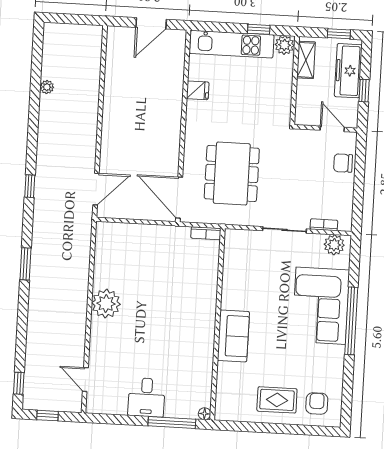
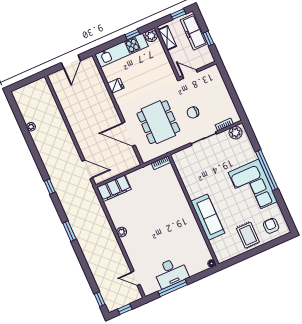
door: (332, 129) -> (190, 74), moved
chair: (343, 163) -> (193, 112), moved
door: (96, 189) -> (87, 169), hinge flipped
door: (179, 198) -> (129, 134), moved
filing cabinet: (120, 235) -> (114, 188), added
plant: (106, 304) -> (122, 232), width x0.53, depth x0.53
corner sofa: (321, 306) -> (253, 187), moved
sofa: (233, 336) -> (208, 217), width x1.36
desk: (146, 397) -> (171, 273), width x1.37
rug: (277, 400) -> (248, 235), turned 90
window: (172, 423) -> (173, 288), moved

